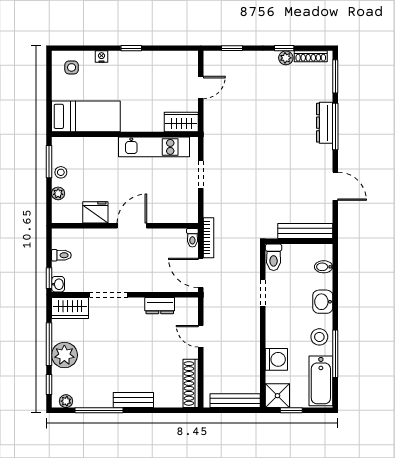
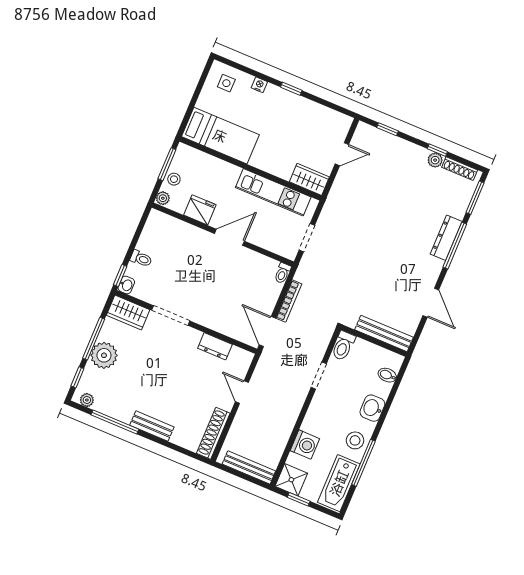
fridge: (95, 212) -> (200, 210), moved
wall: (125, 226) -> (223, 235), moved
door: (132, 226) -> (229, 237), moved
toilet: (192, 238) -> (283, 273), moved

